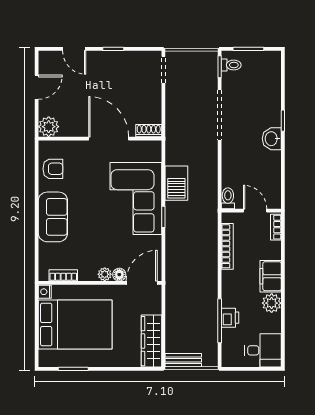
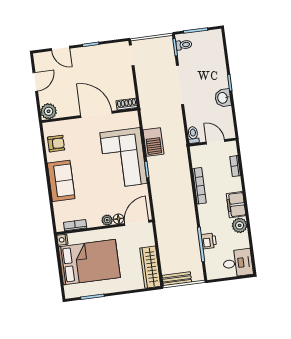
toilet: (228, 198) -> (193, 135), moved
wall: (251, 211) -> (213, 142), moved
door: (255, 211) -> (216, 142), moved

